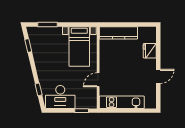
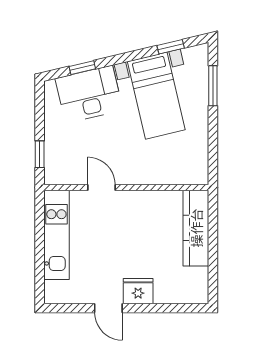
bed with nightstands: (79, 47) -> (156, 96), moved, turned -103
fridge: (150, 51) -> (138, 291), moved
desk: (60, 97) -> (89, 94), moved, turned 77

